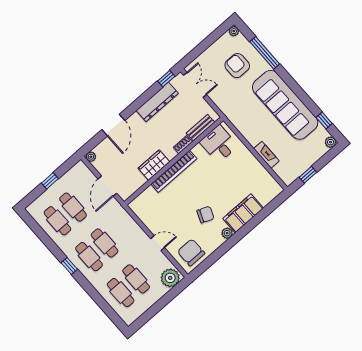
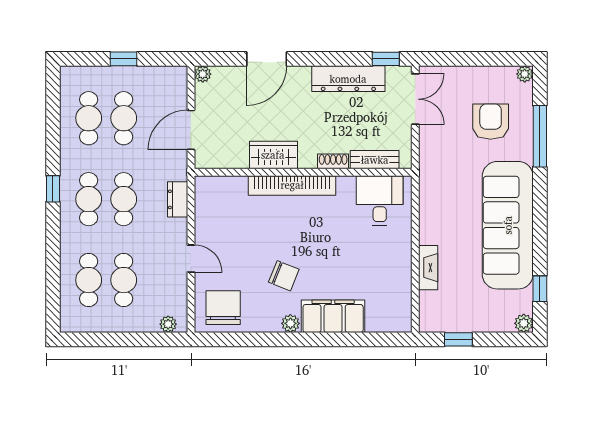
dresser: (129, 222) -> (178, 199), added
plant: (170, 278) -> (168, 324), width x0.53, depth x0.53

